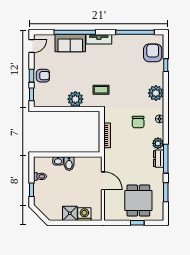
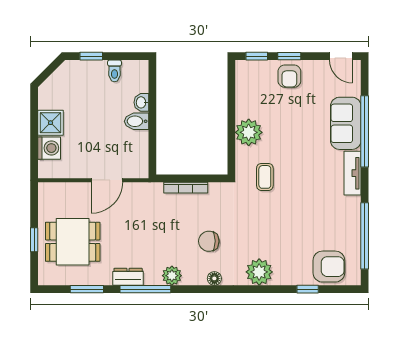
dresser: (159, 159) -> (128, 277), moved

